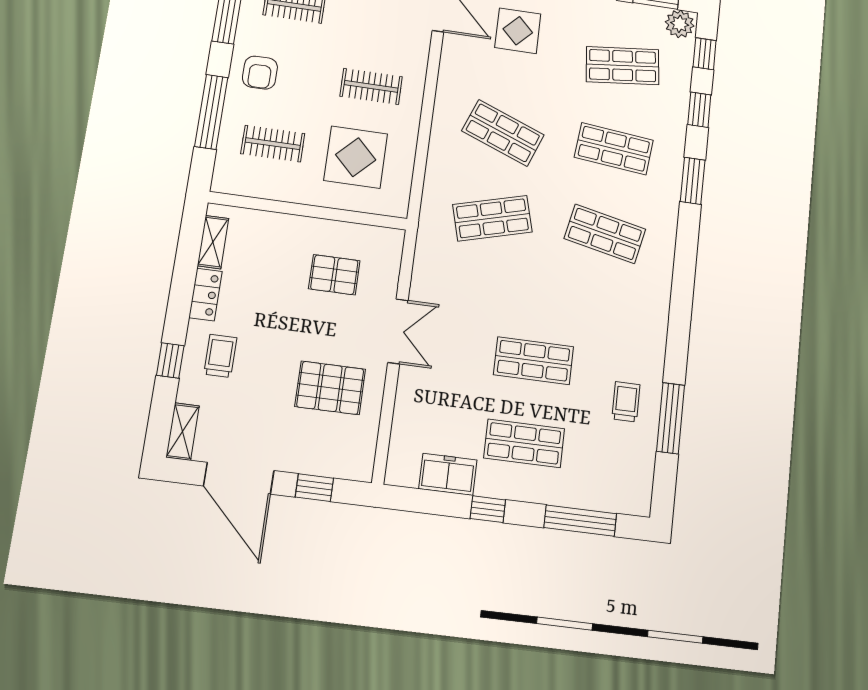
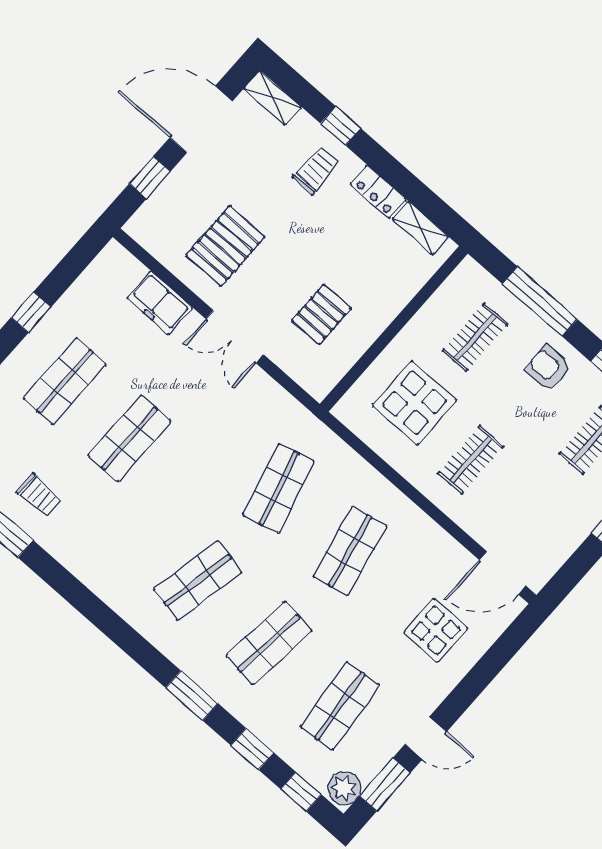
shop shelf: (503, 133) -> (350, 551), turned -33
trolley: (220, 356) -> (316, 170), turned -90
freezer: (448, 474) -> (160, 303), moved, turned 90

